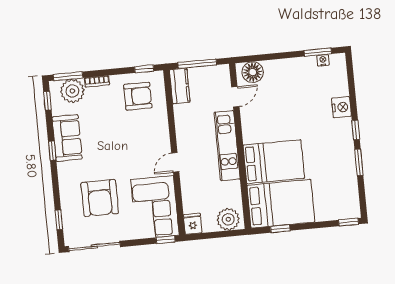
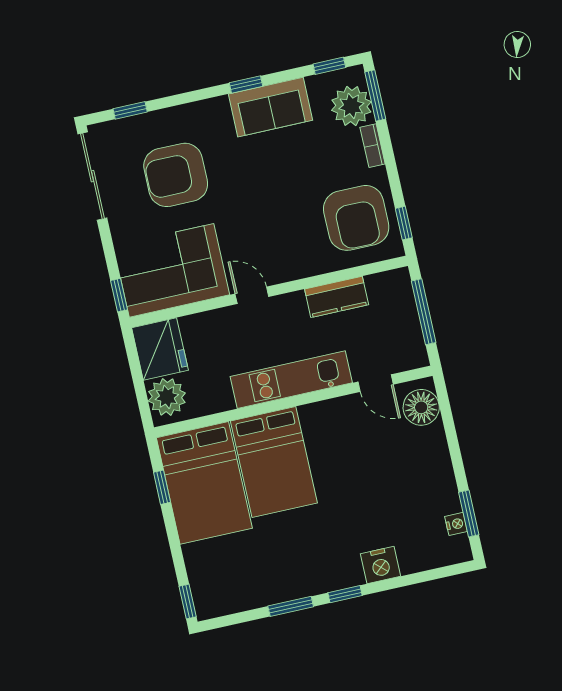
kitchen counter: (180, 86) -> (337, 297), moved
armchair: (138, 96) -> (356, 218), width x1.36, depth x1.36
fridge: (193, 224) -> (160, 349), width x1.88, depth x1.34

